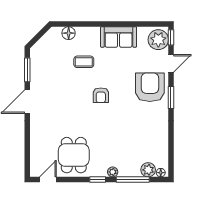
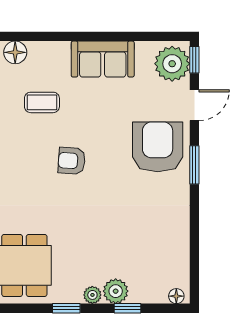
armchair: (101, 95) -> (72, 161), turned 94
plant: (148, 170) -> (116, 291), moved
window: (133, 180) -> (127, 308), width x0.46

